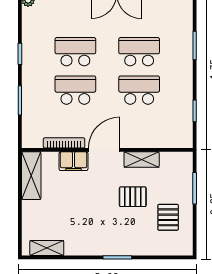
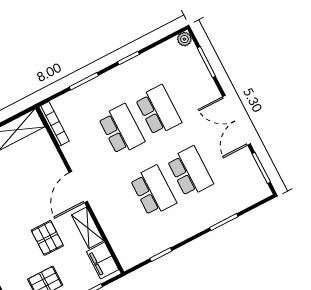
bookcase: (64, 143) -> (54, 124), moved
door: (104, 150) -> (78, 187), swing flipped
filing cabinet: (74, 161) -> (103, 261), moved

